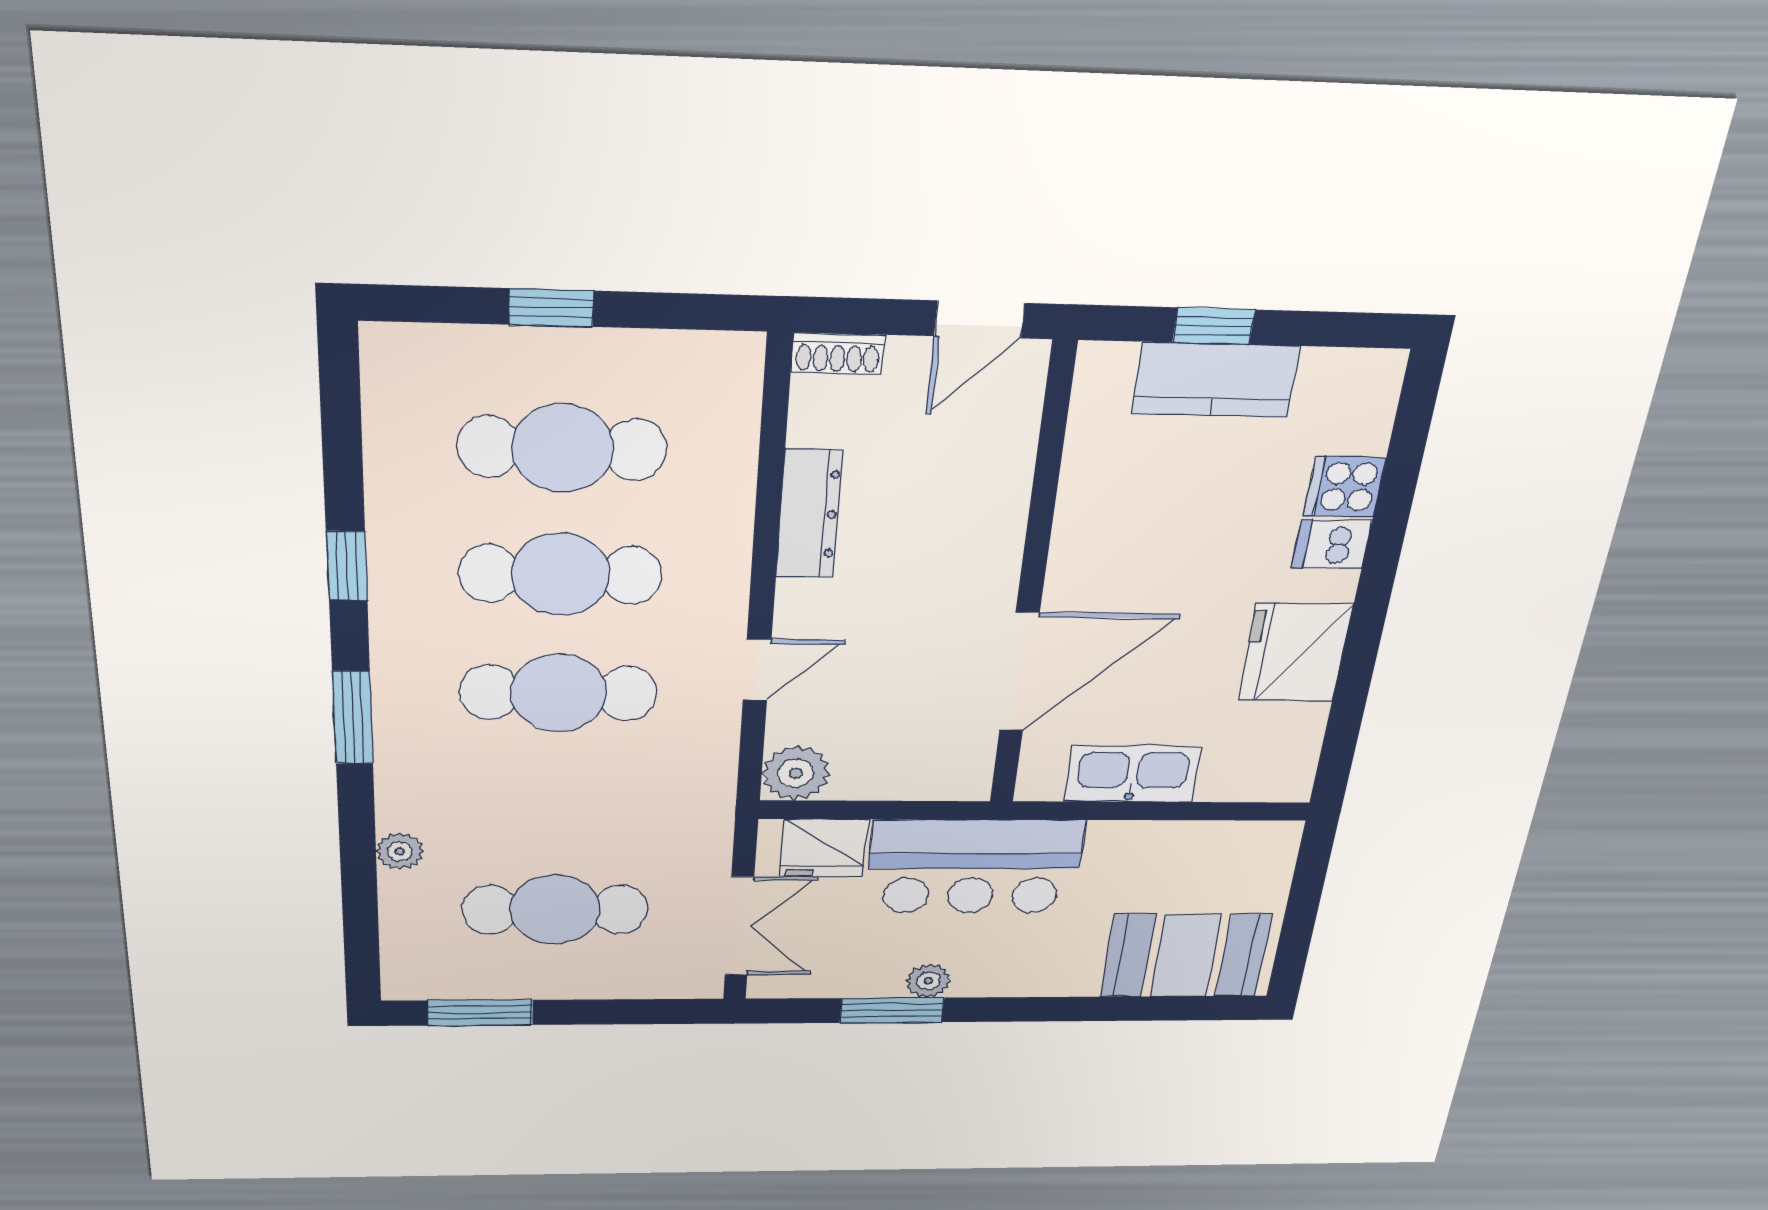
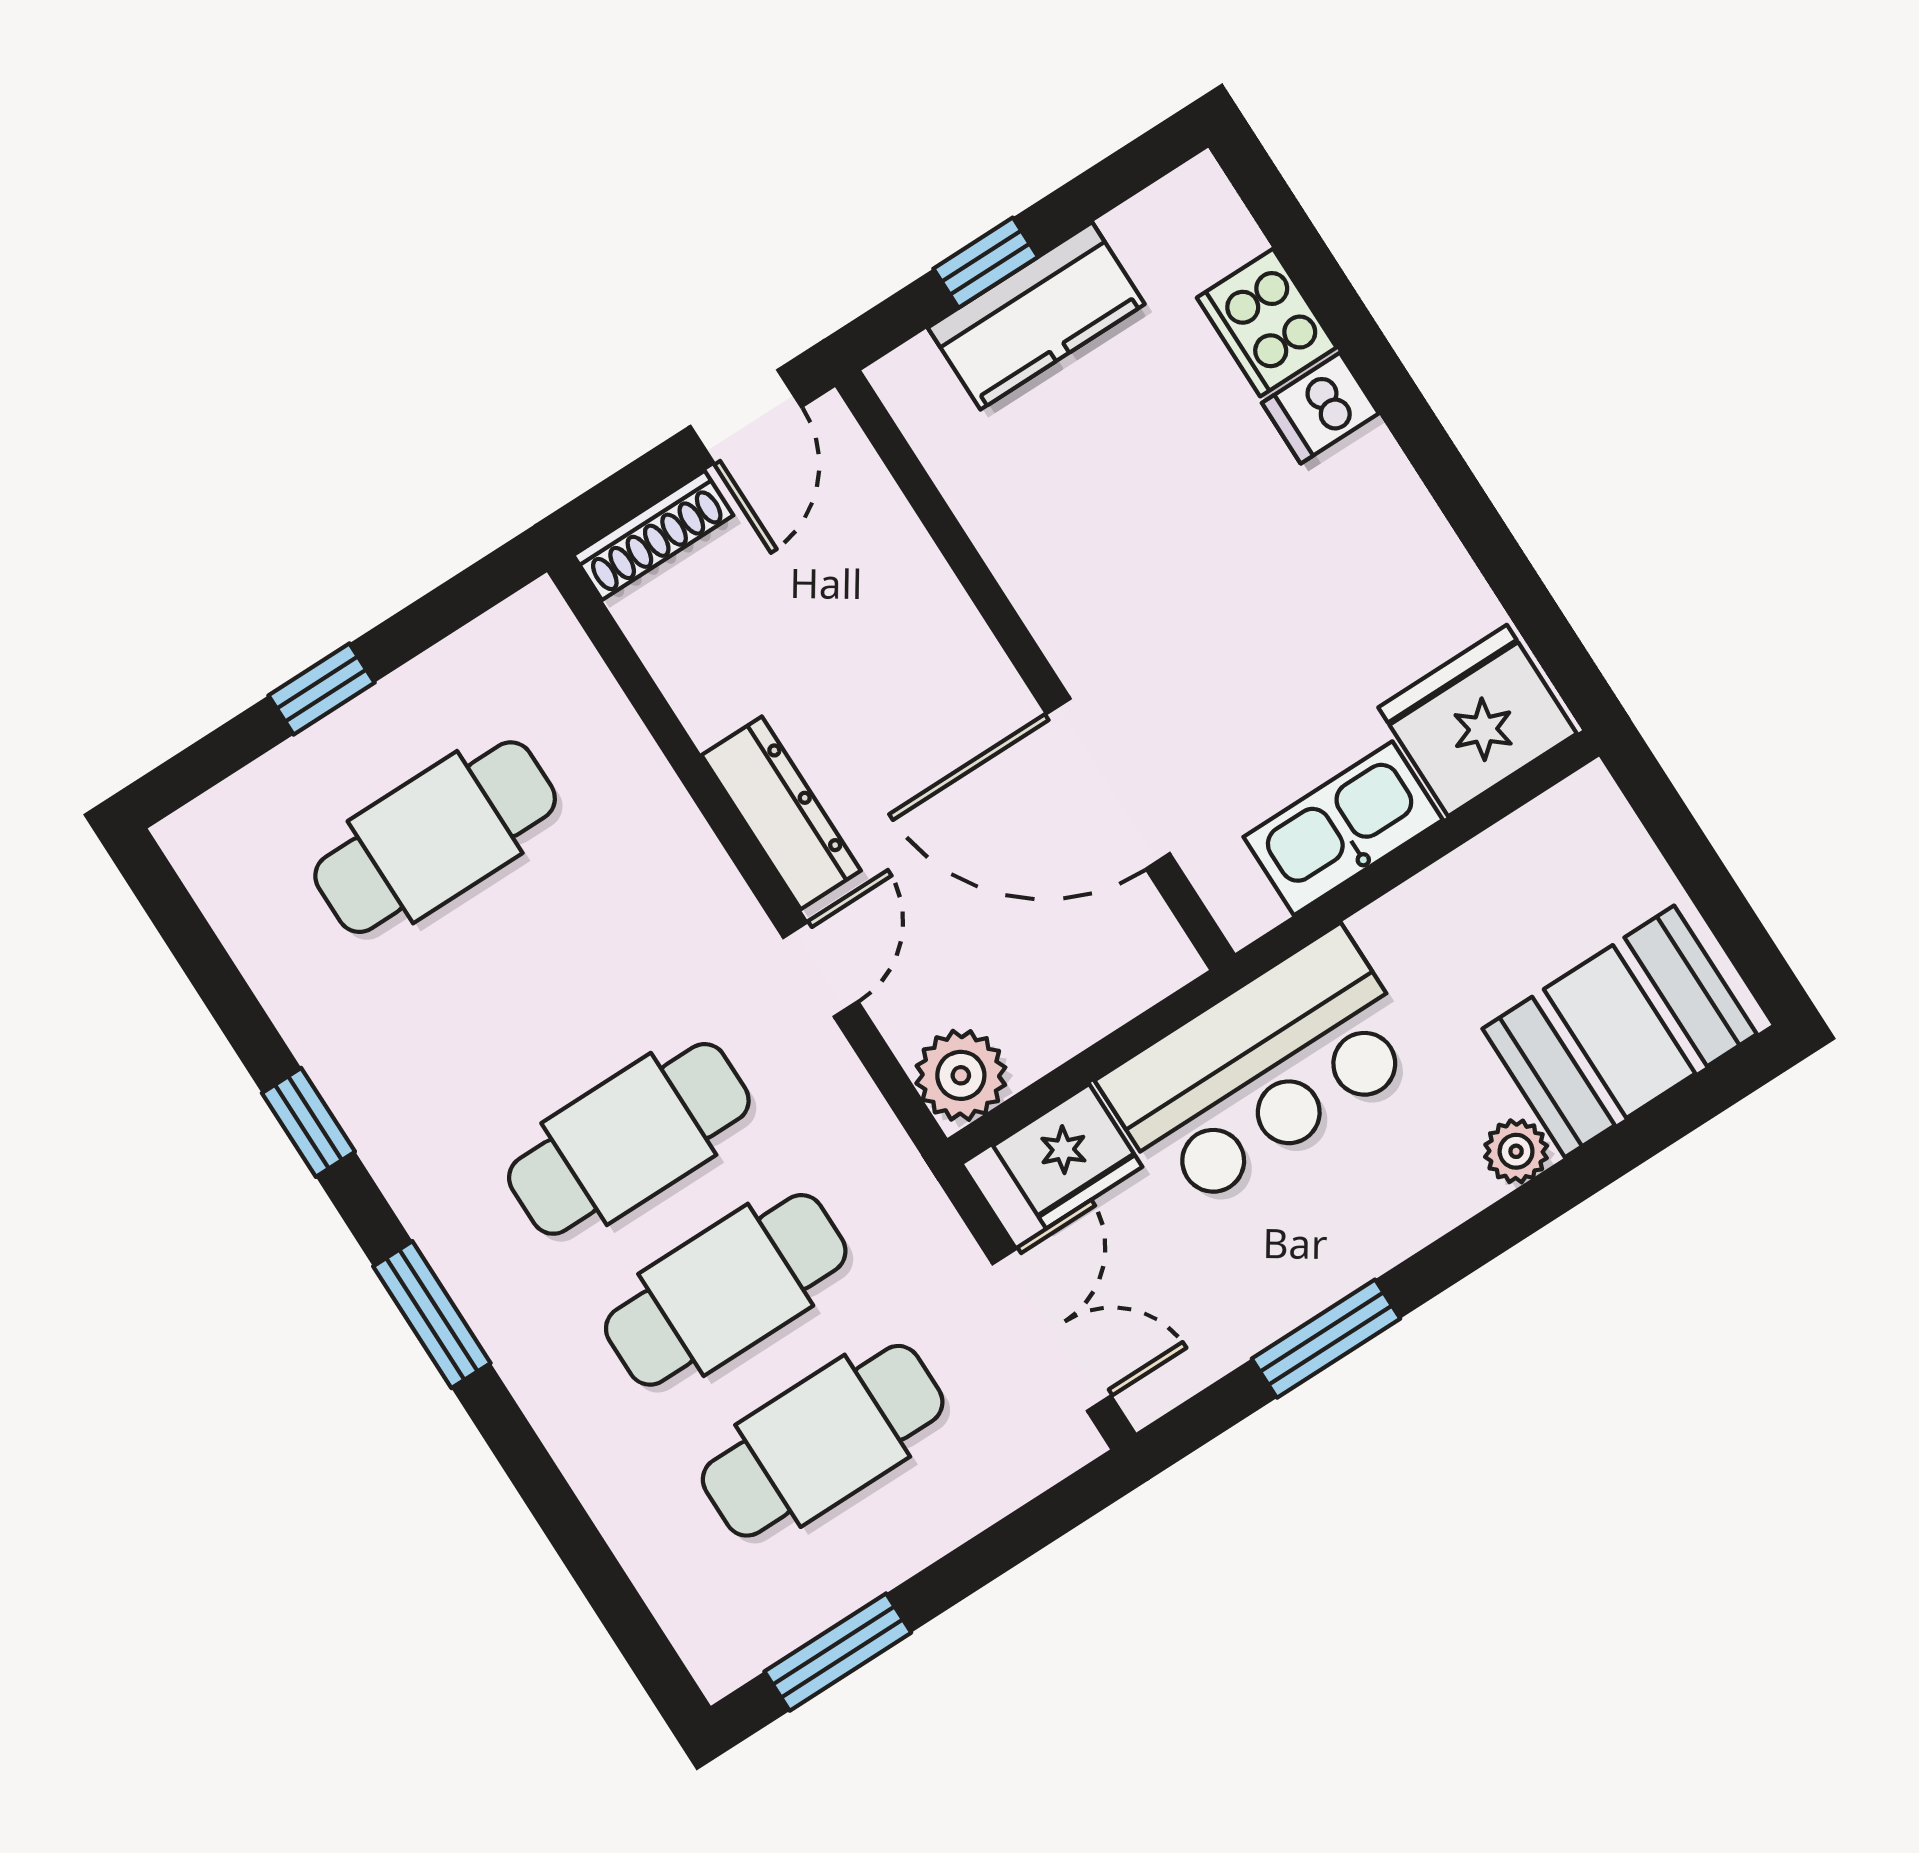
shoe rack: (838, 354) -> (653, 535), width x1.43
cooker: (1345, 487) -> (1267, 323), width x1.36
dresser: (809, 514) -> (781, 813), moved
cafe table: (560, 574) -> (726, 1290), moved
fridge: (1295, 652) -> (1477, 721), moved, turned 90
door: (1019, 672) -> (1108, 784), swing flipped
plant: (400, 851) -> (595, 1468), removed
plant: (928, 981) -> (1516, 1151), moved

